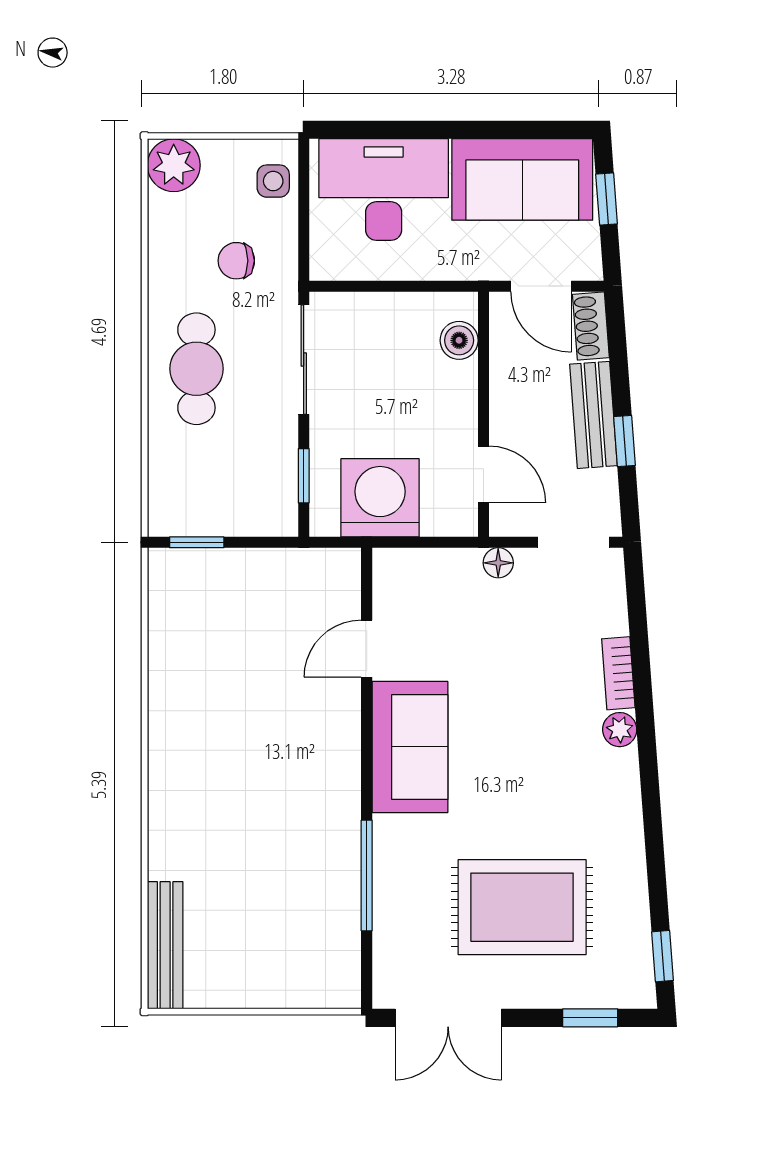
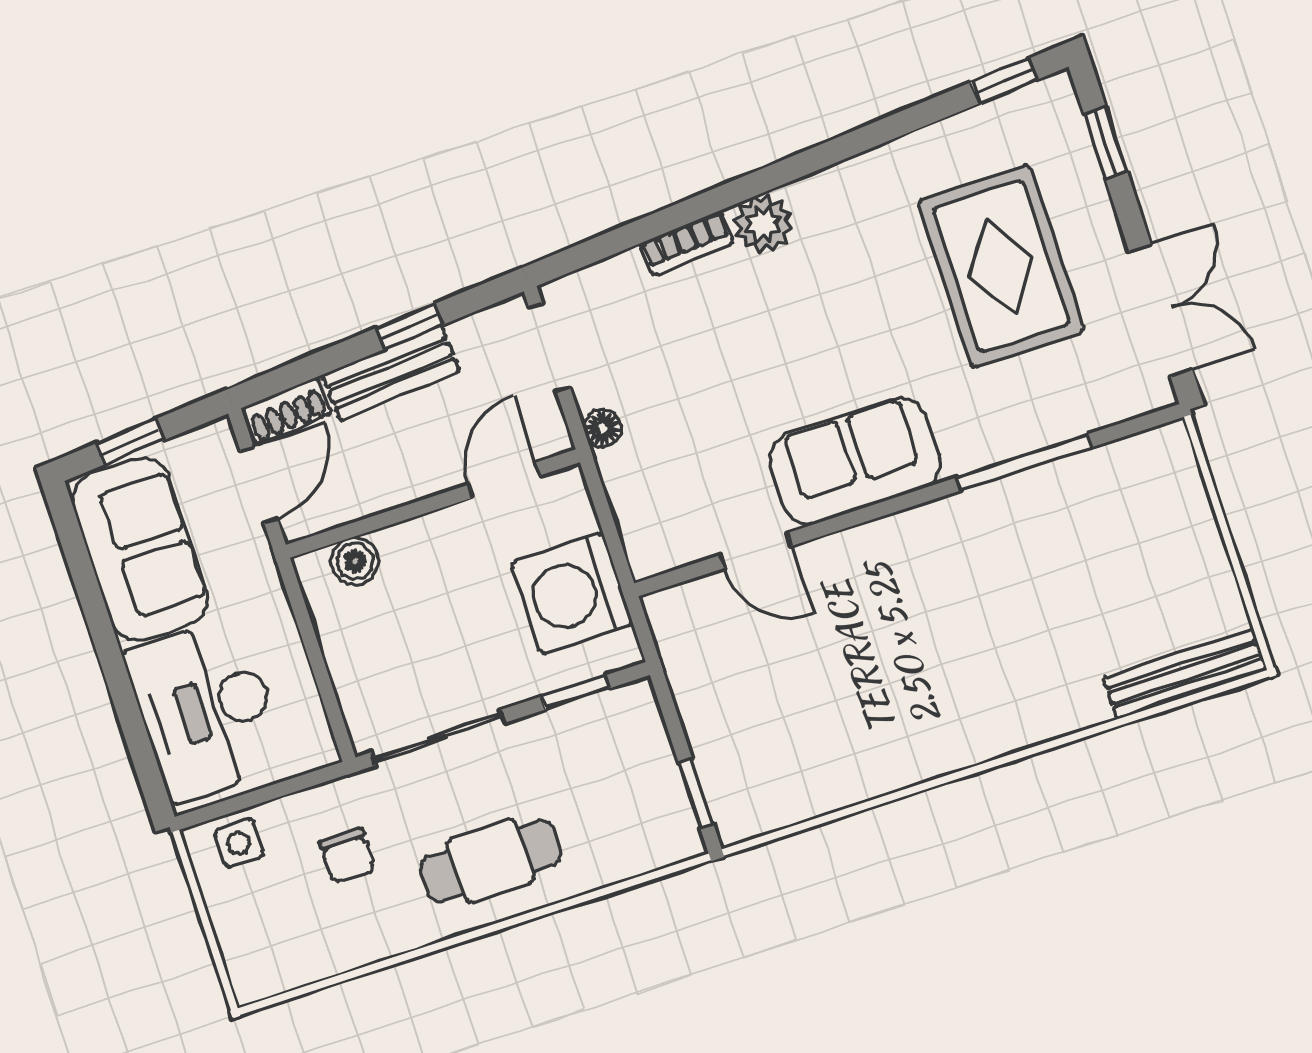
plant: (174, 165) -> (259, 967), removed
plant: (620, 730) -> (763, 224), width x1.38, depth x1.38

